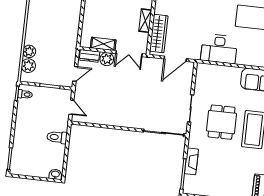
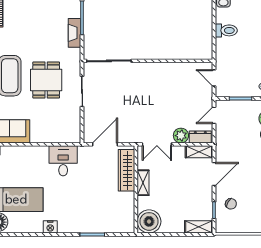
door: (81, 21) -> (214, 174), added
shelving: (103, 44) -> (199, 152), moved
desk: (219, 49) -> (63, 161), width x0.73
double door: (129, 54) -> (157, 144), swing flipped
toilet: (57, 137) -> (226, 30), moved

